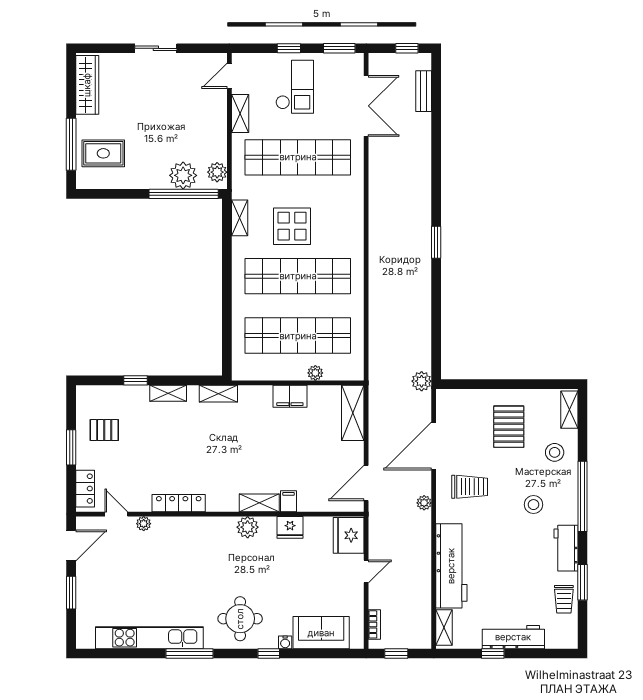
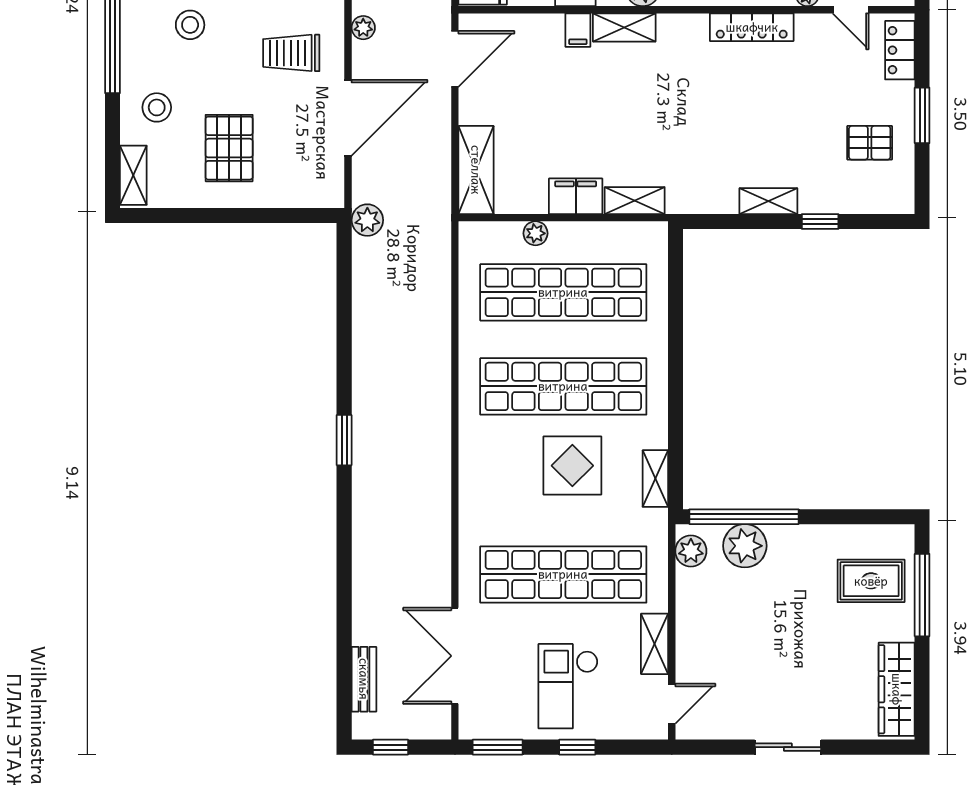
shelving: (218, 394) -> (635, 201), moved

